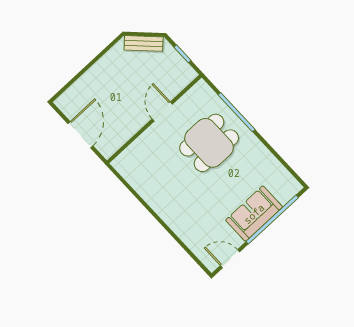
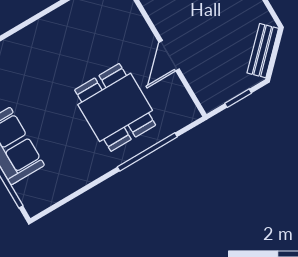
door: (162, 111) -> (169, 56), swing flipped

